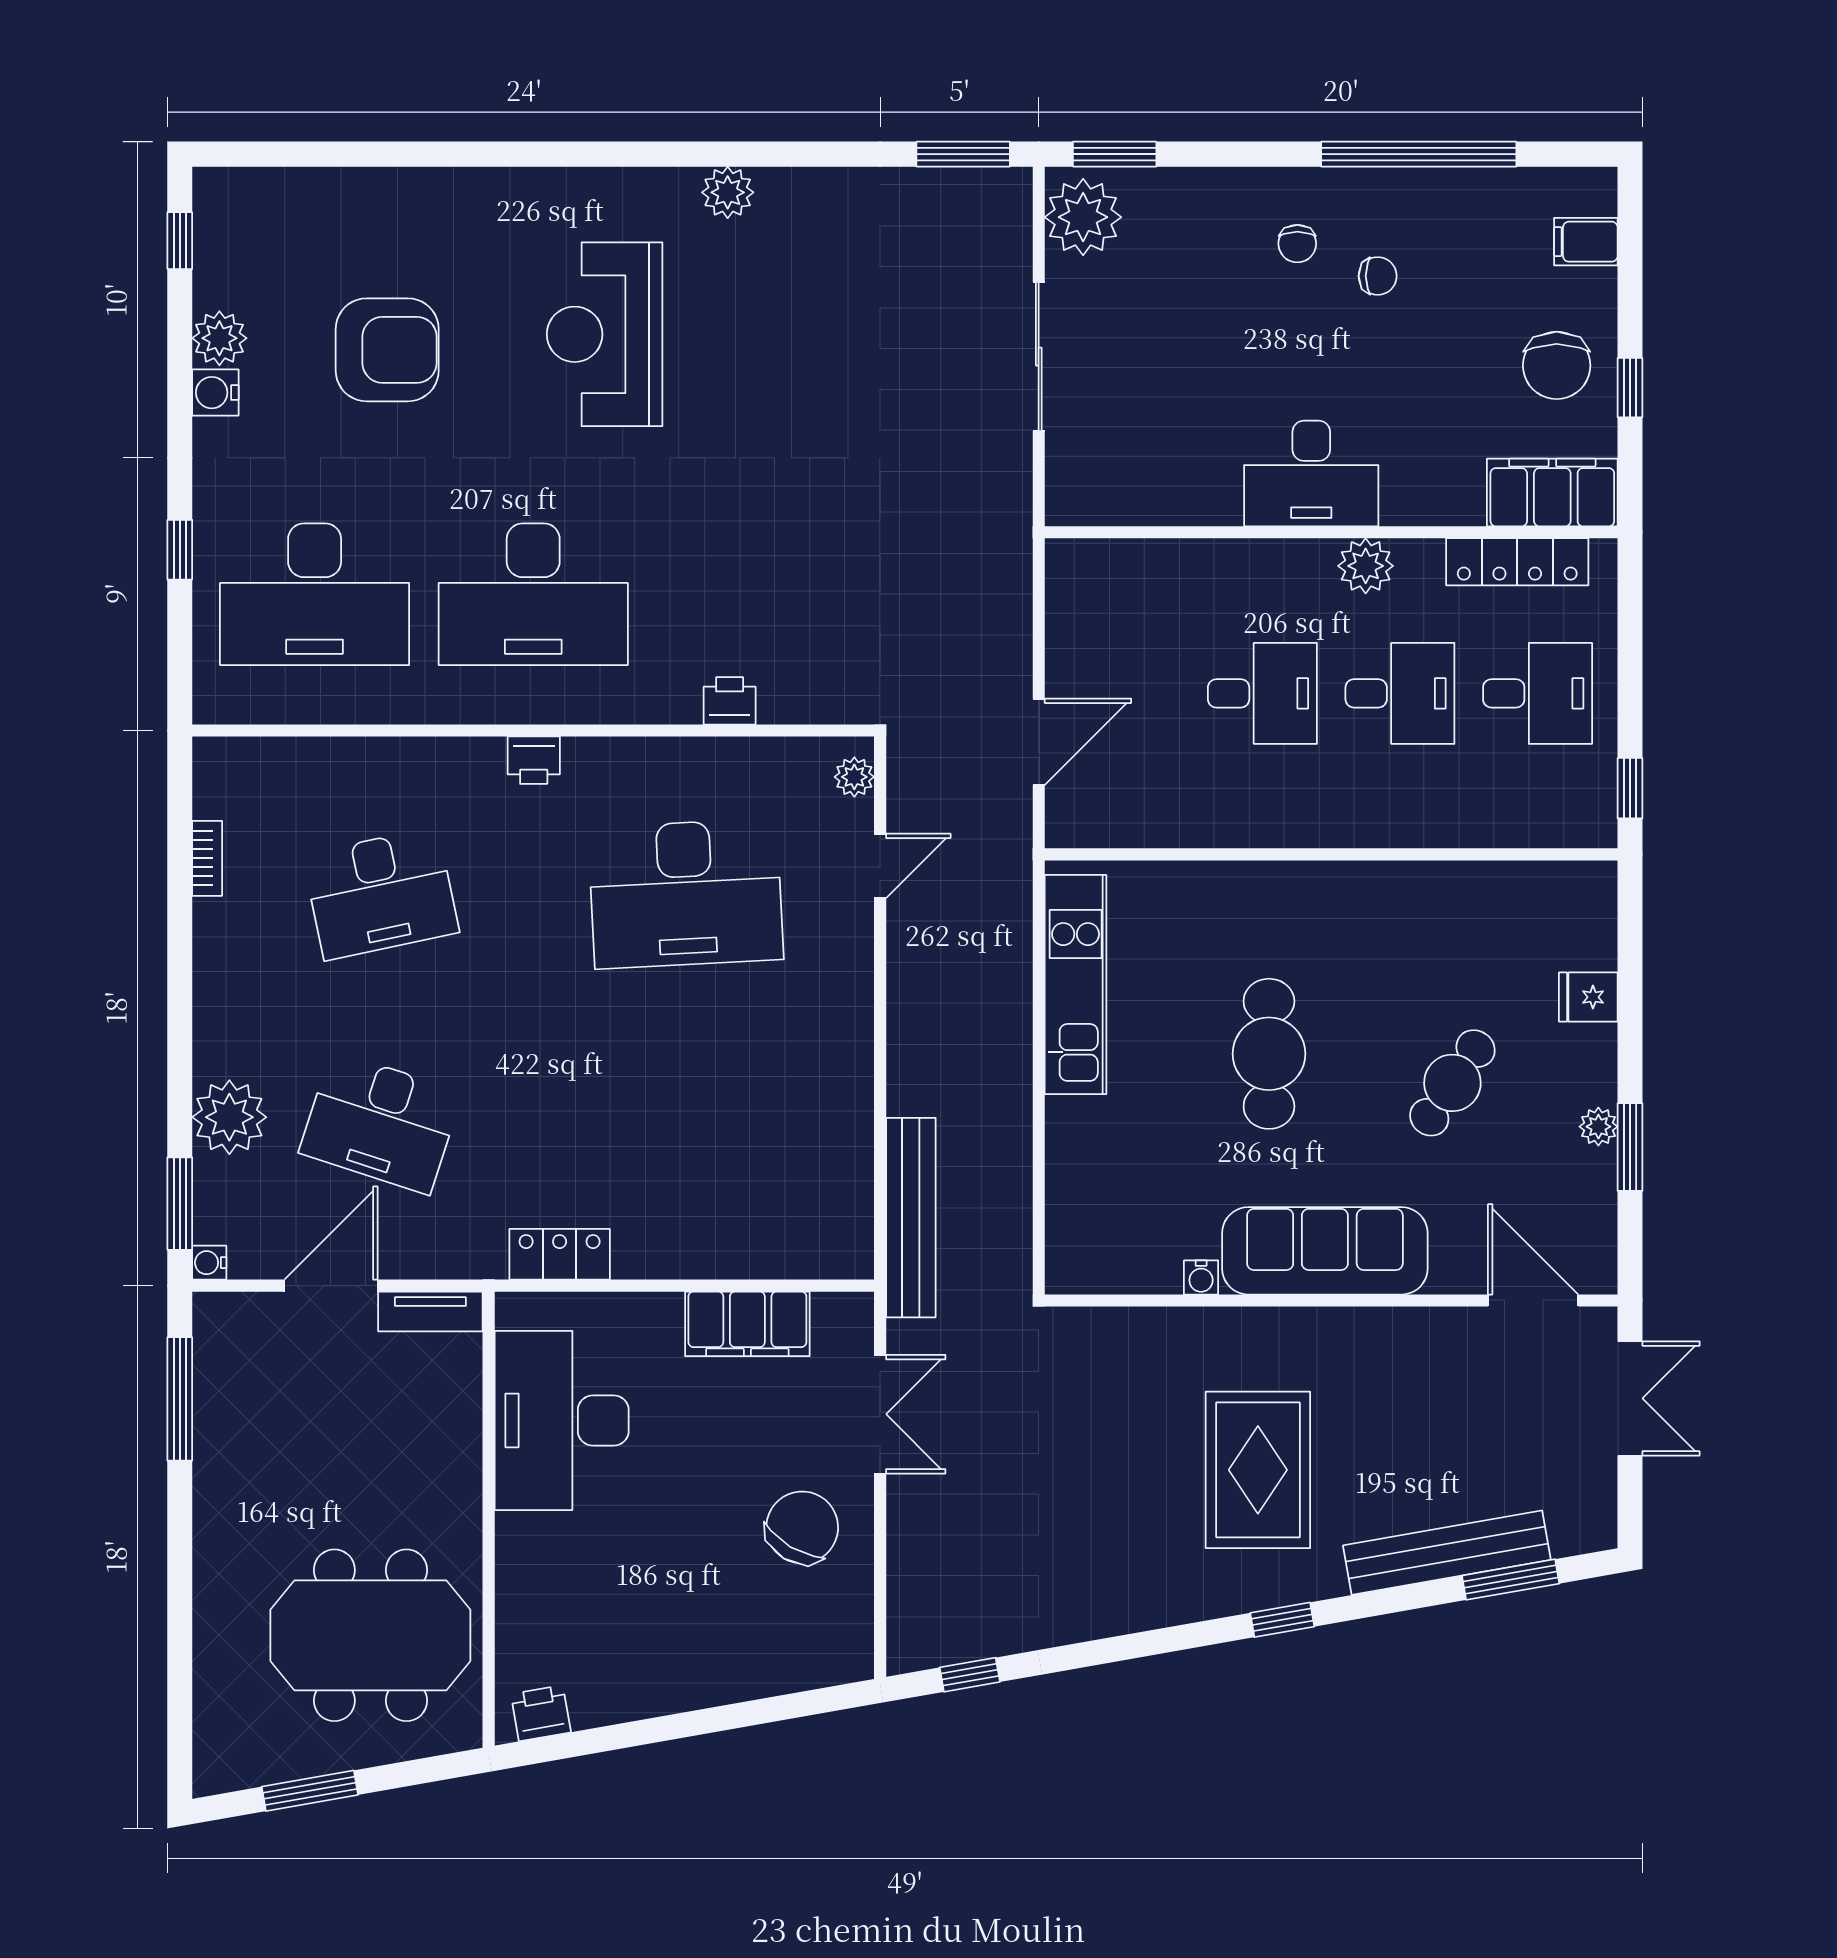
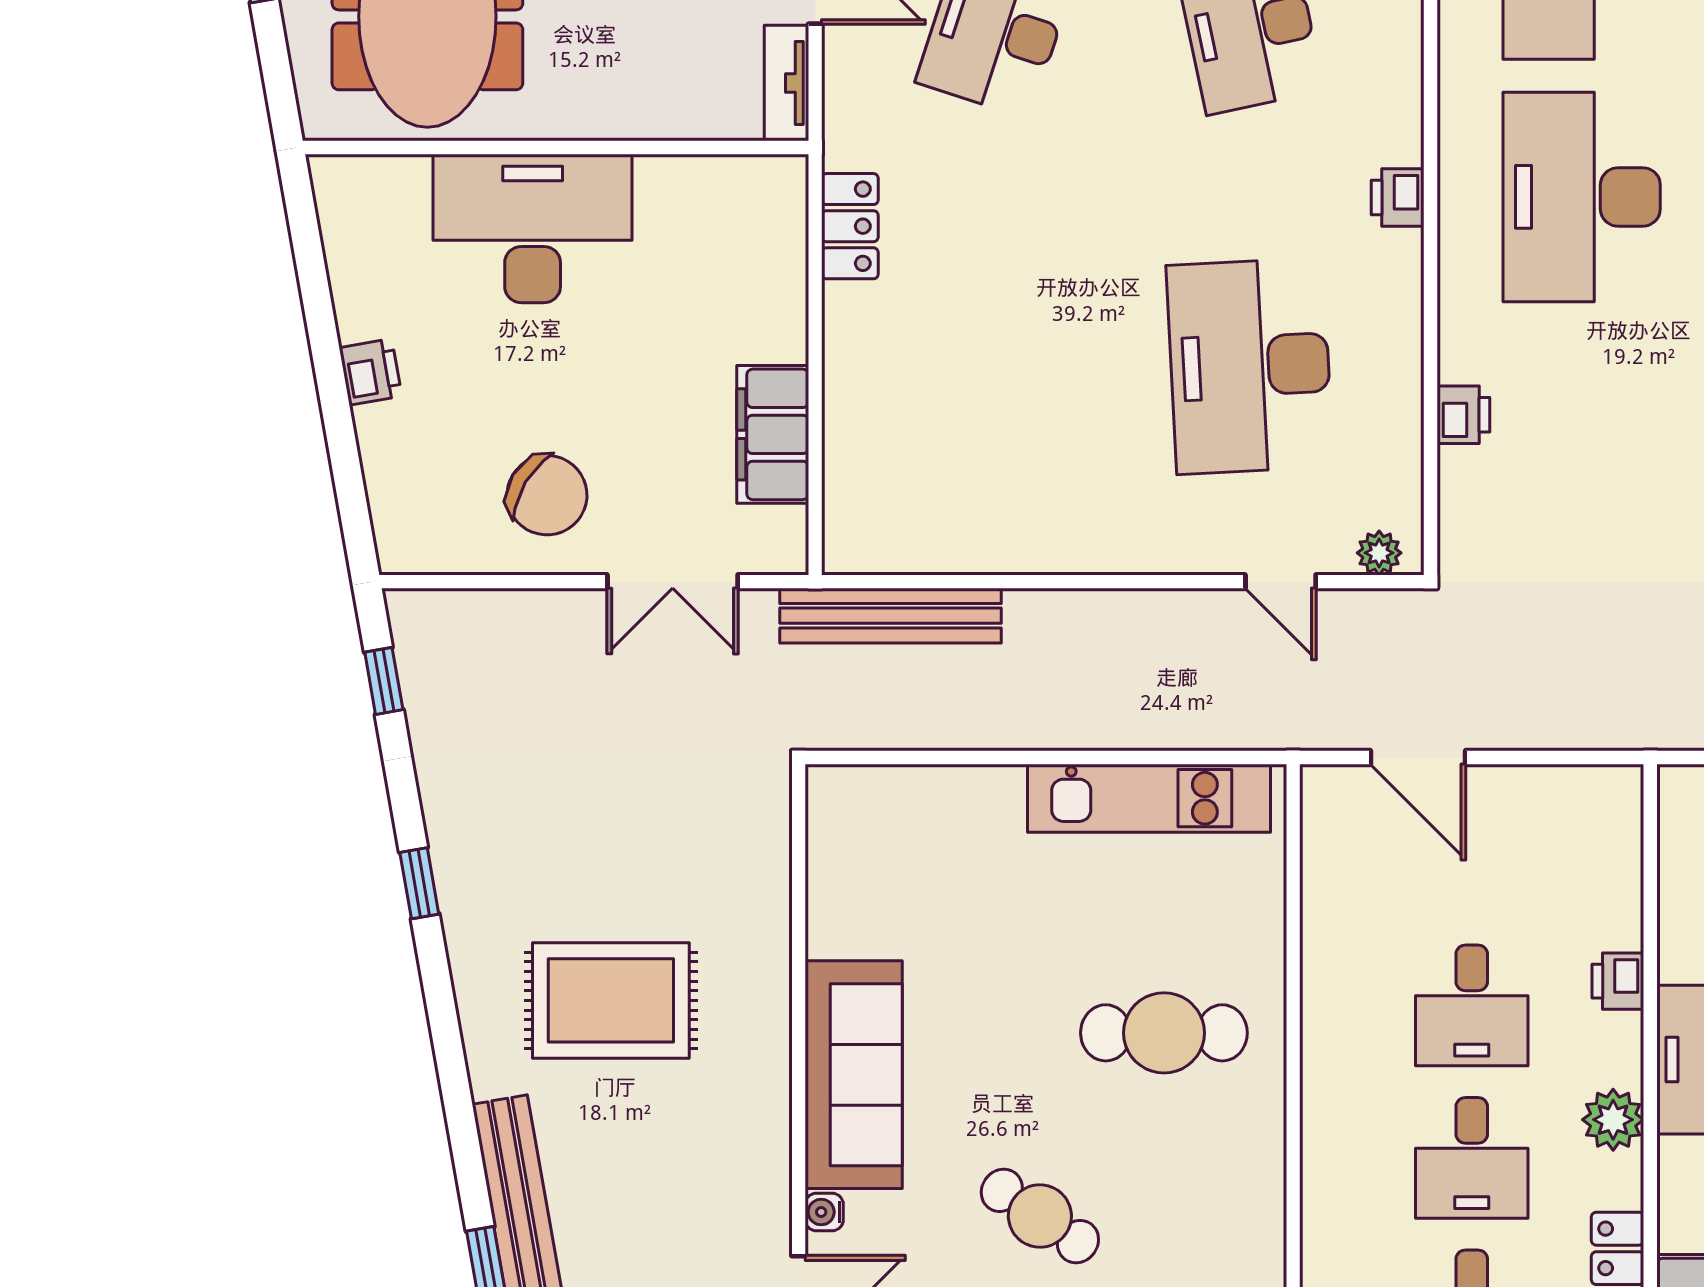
printer: (1241, 561) -> (1618, 981), added
cafe table: (1269, 1054) -> (1164, 1033), moved
water cooler: (1201, 1277) -> (824, 1212), moved
desk: (562, 1420) -> (533, 229), moved
window: (1282, 1620) -> (419, 883), moved
printer: (541, 1713) -> (370, 372), moved

